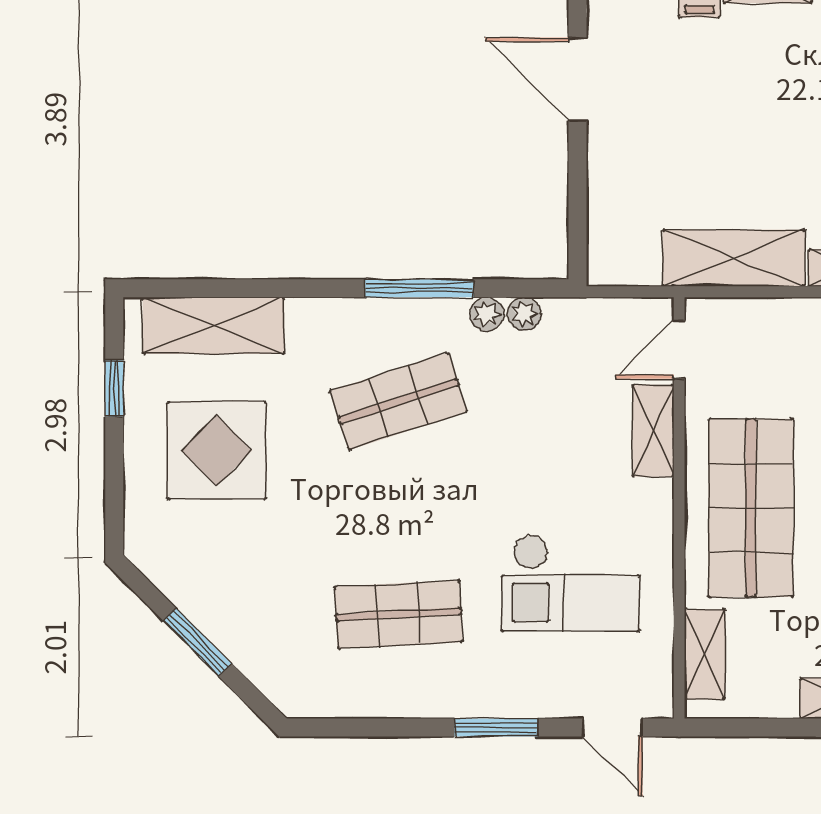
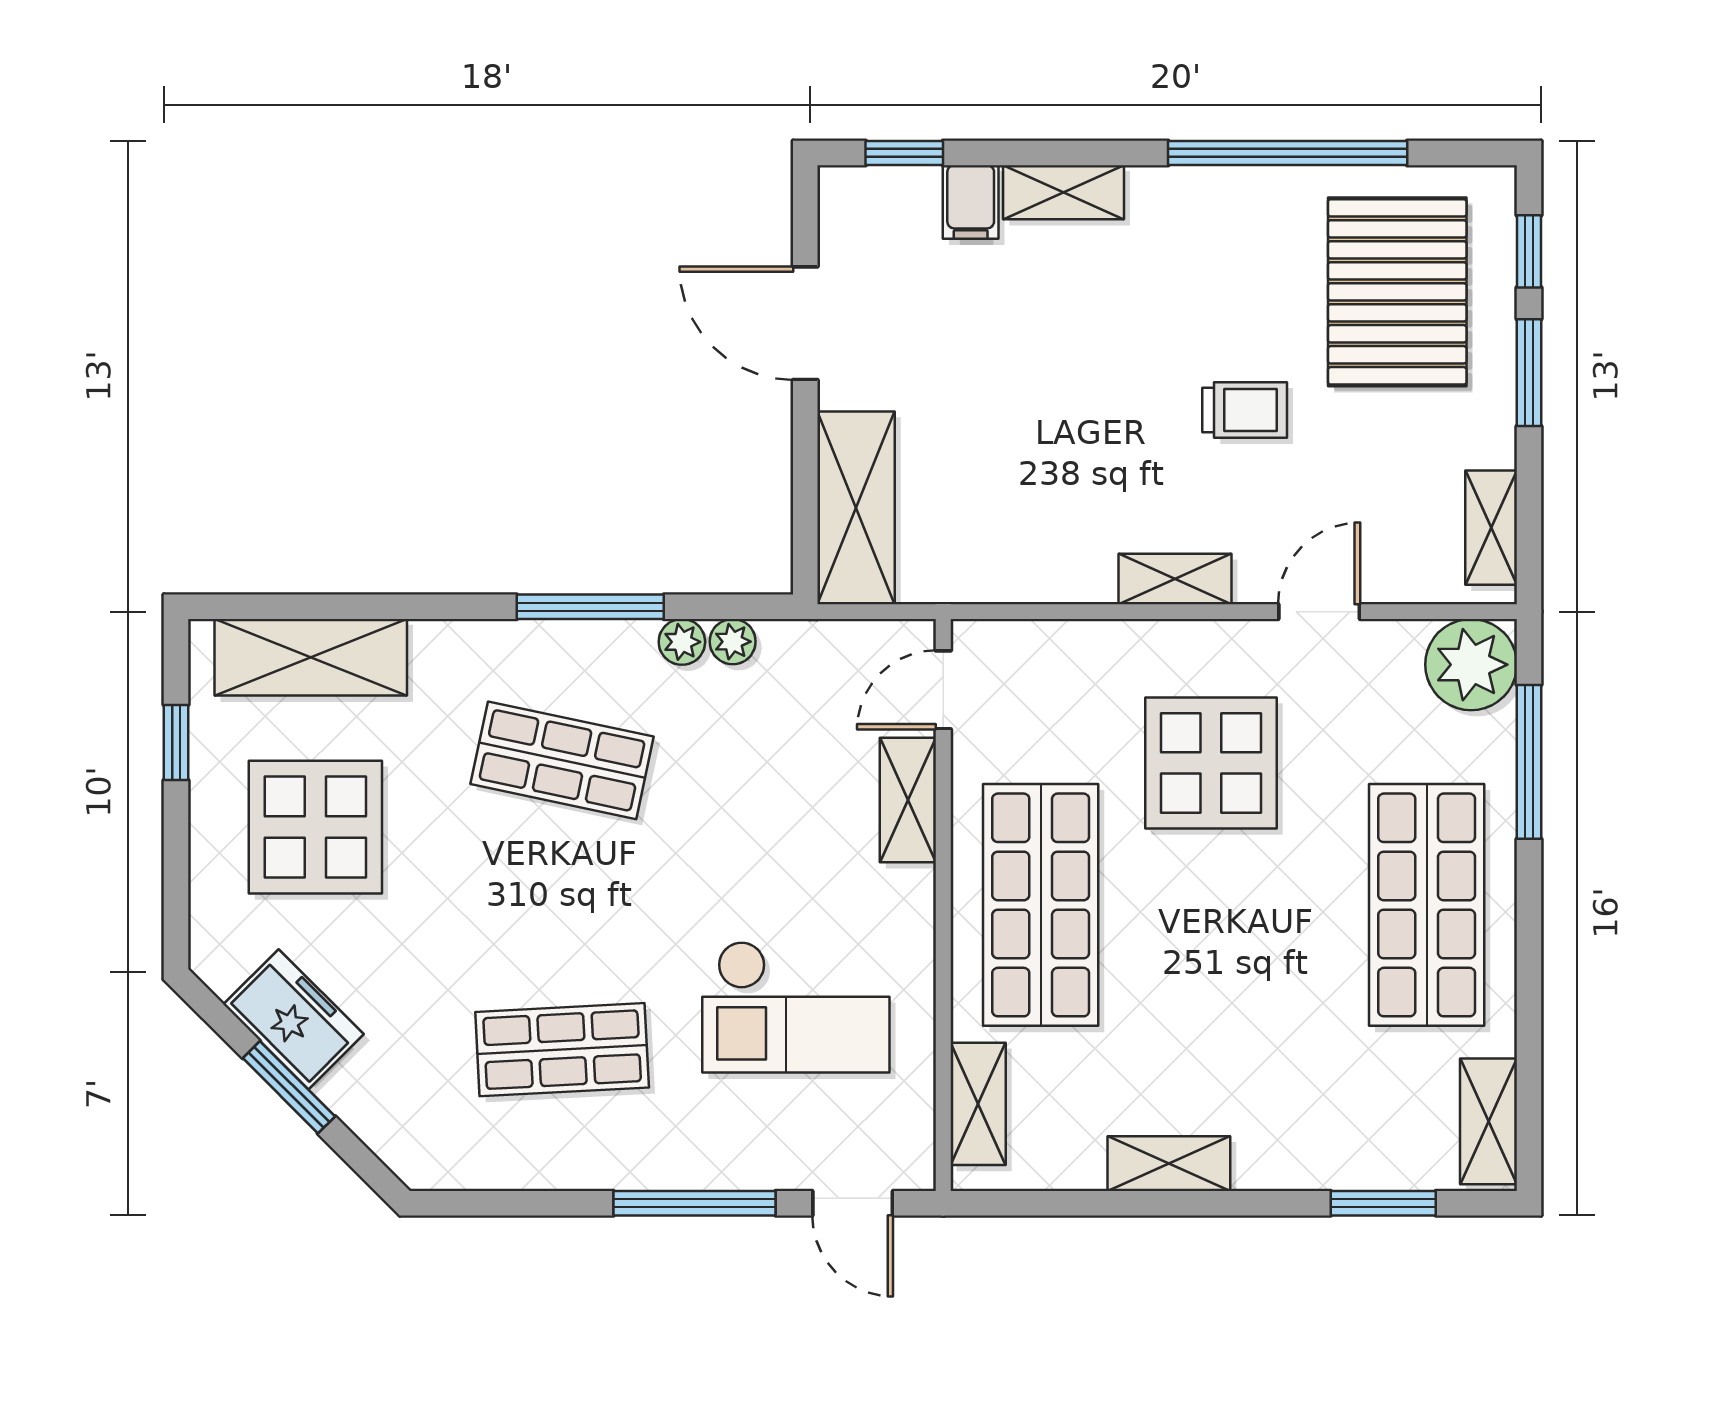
shelving: (734, 258) -> (856, 508), moved, turned 90
shop shelf: (398, 401) -> (562, 760), turned 30
freezer: (201, 592) -> (293, 1019), added
window: (496, 727) -> (694, 1203), width x1.44

